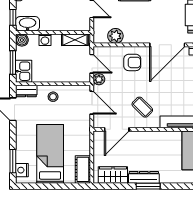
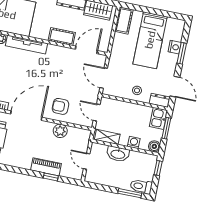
washbasin: (28, 24) -> (118, 154), moved
plant: (115, 36) -> (60, 131), moved
plant: (99, 79) -> (93, 98), removed
coffee table: (142, 107) -> (60, 65), removed
cot: (146, 138) -> (62, 37), added
window: (13, 161) -> (182, 53), moved
nightstand: (22, 170) -> (175, 47), moved

